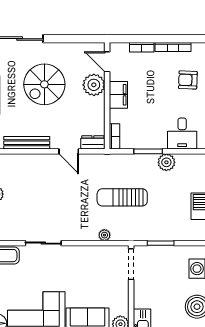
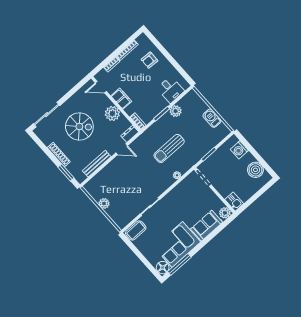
spiral stairs: (44, 84) -> (79, 127), turned -90
plant: (94, 85) -> (112, 114), moved

